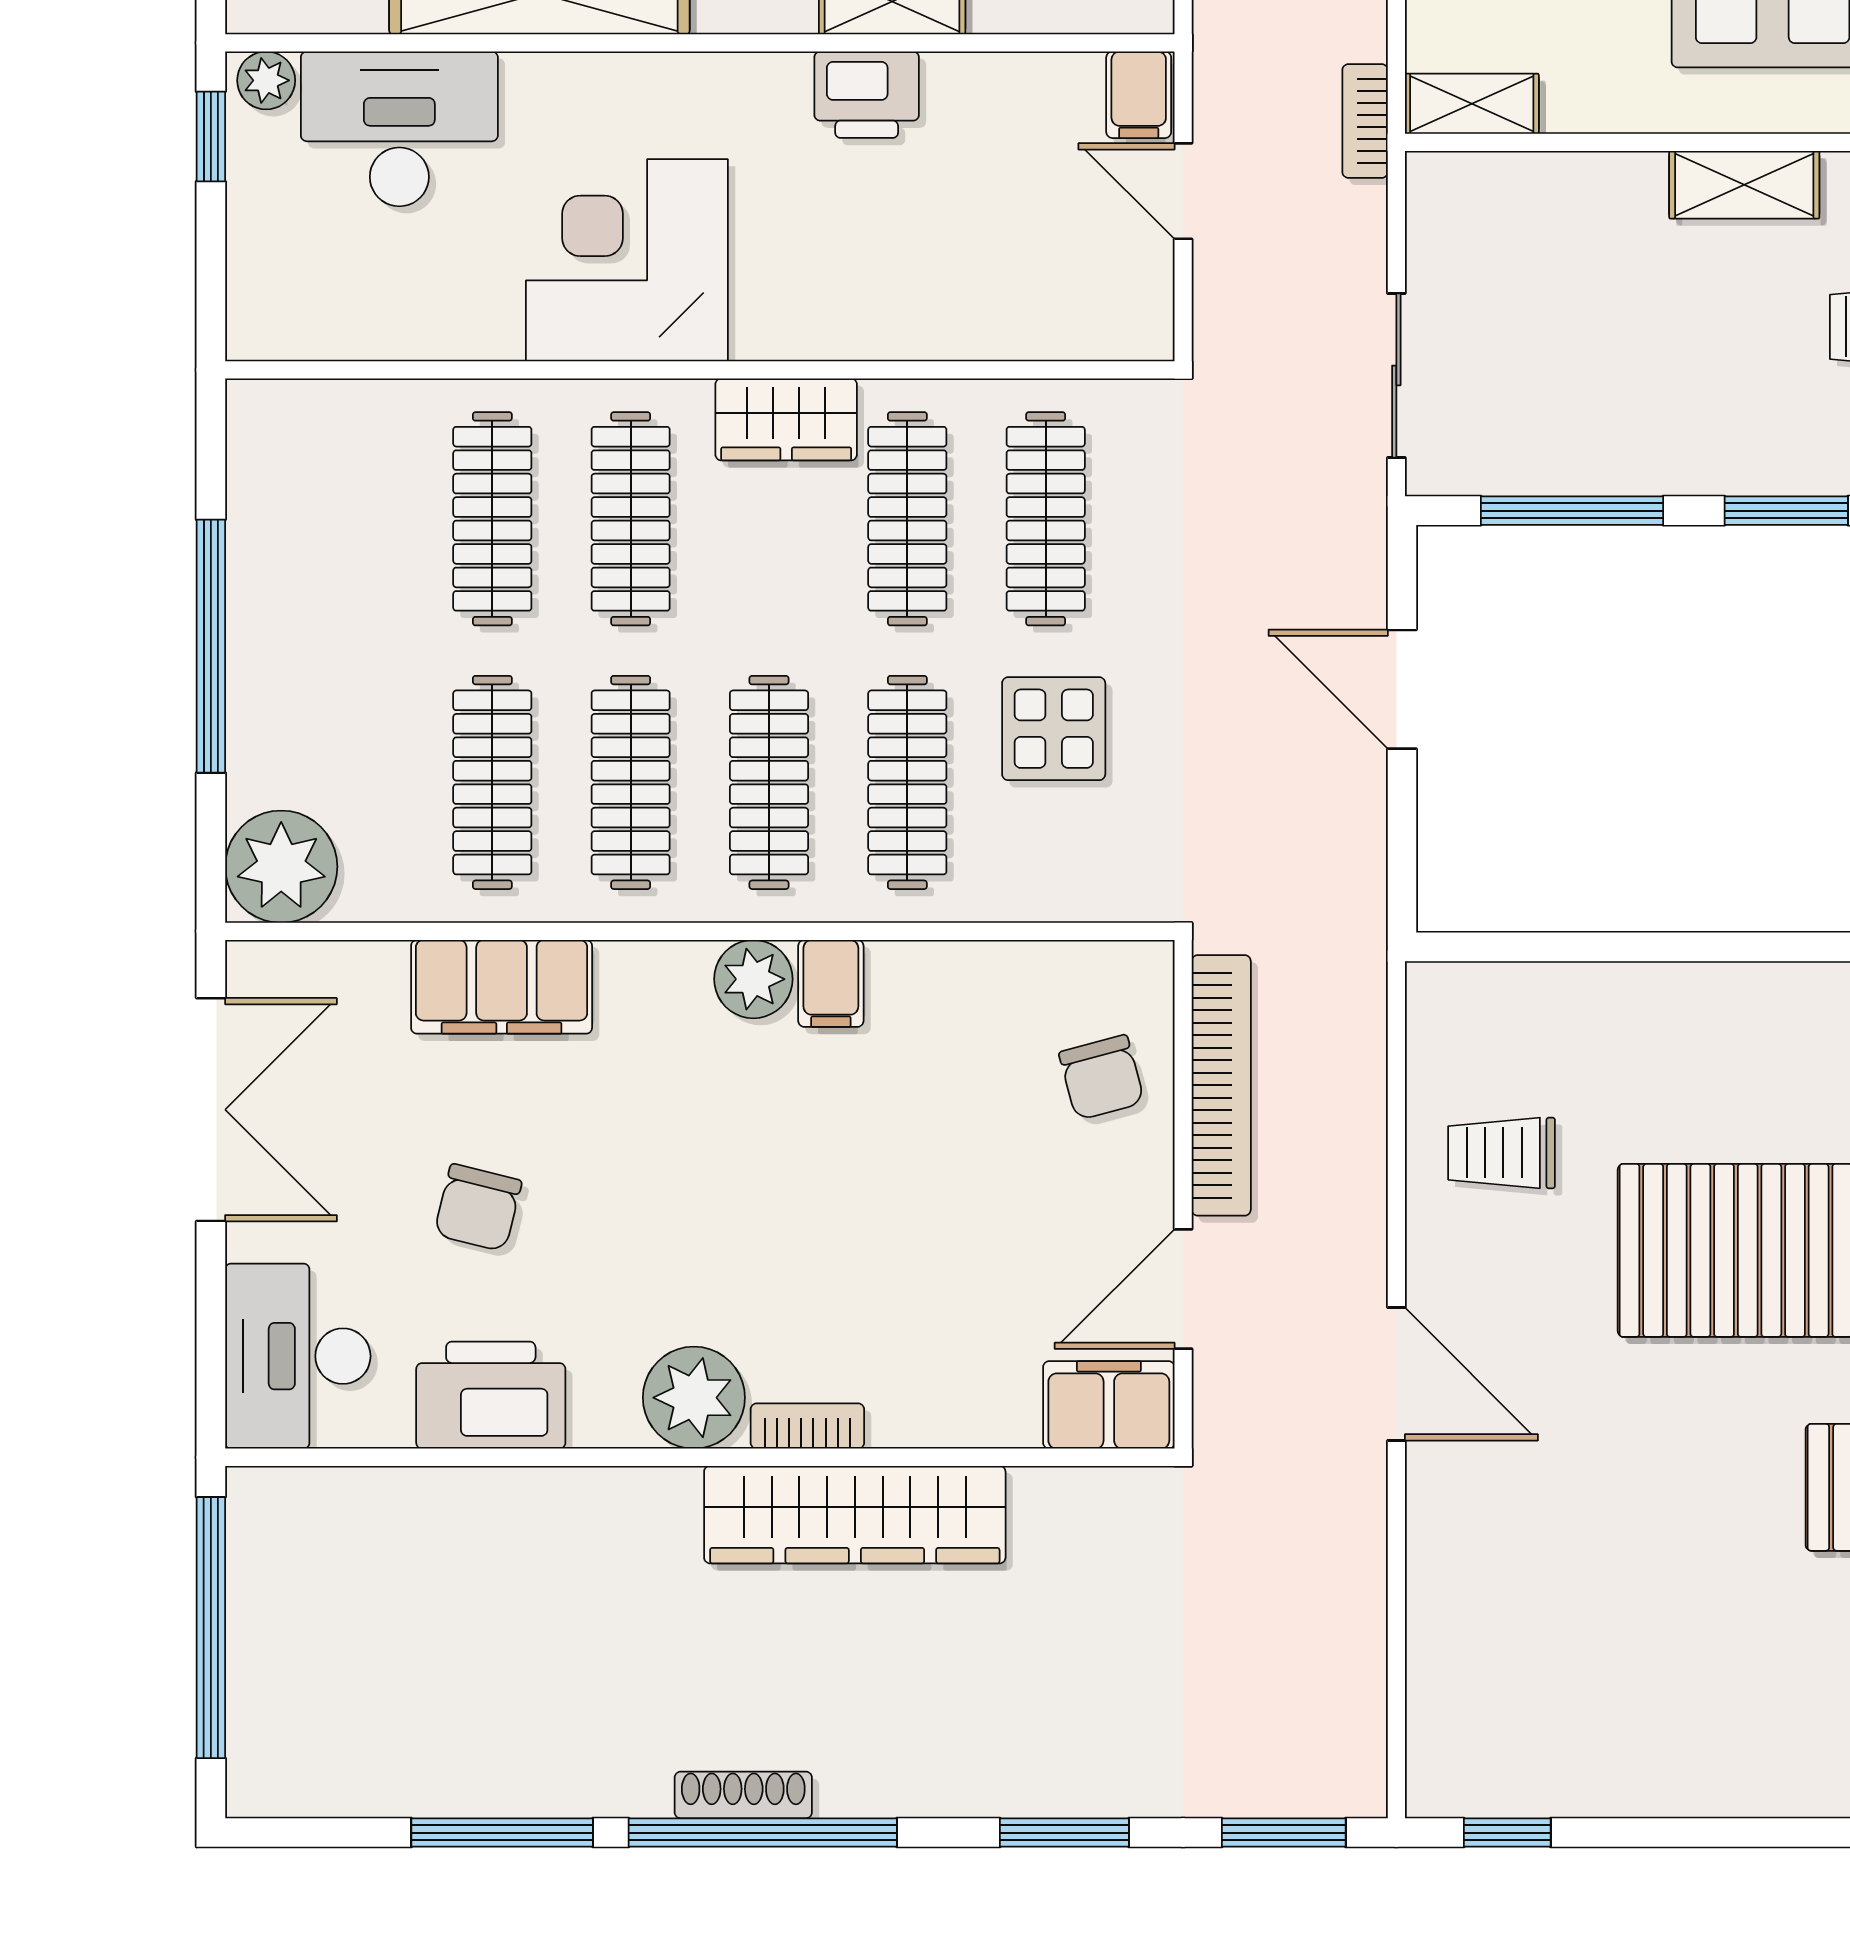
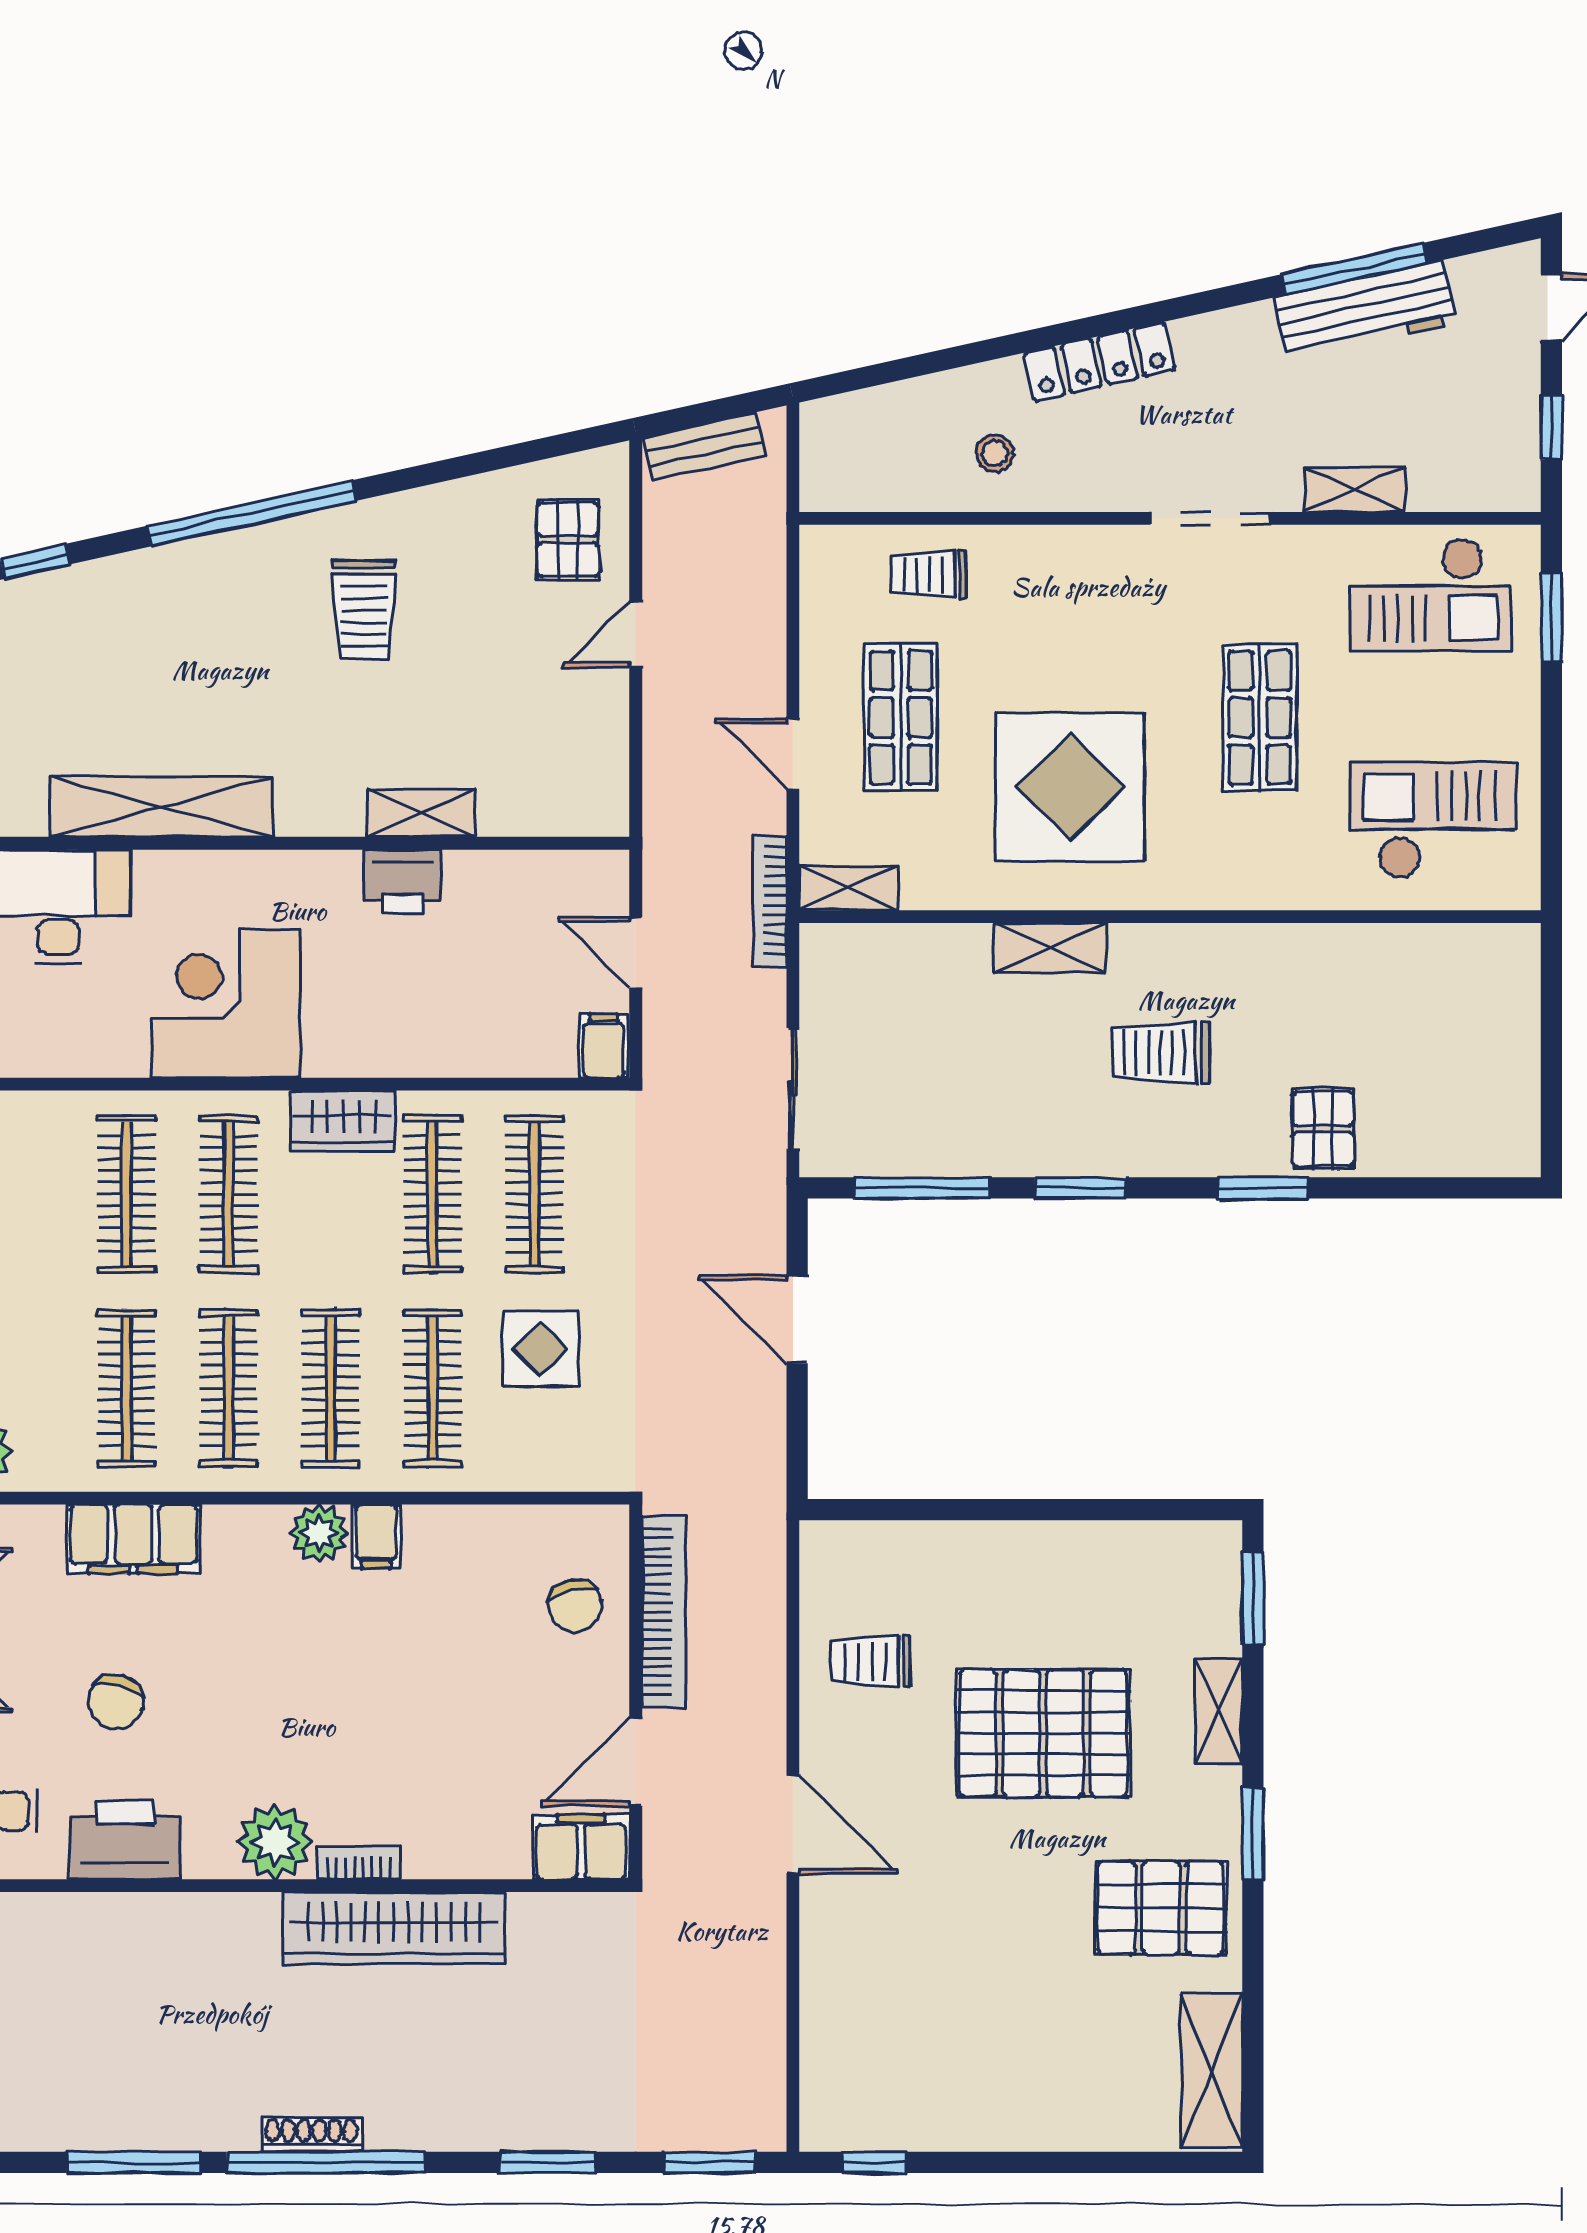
filing cabinet: (1139, 95) -> (604, 1046), moved, turned 180
bookcase: (1365, 121) -> (770, 901), width x1.56

